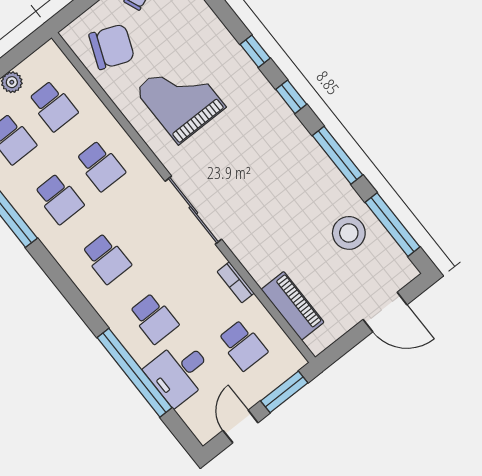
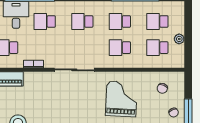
chair: (112, 47) -> (162, 88), width x0.54, depth x0.54
grand piano: (180, 99) -> (121, 99), turned -87

